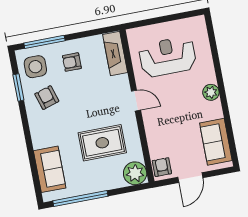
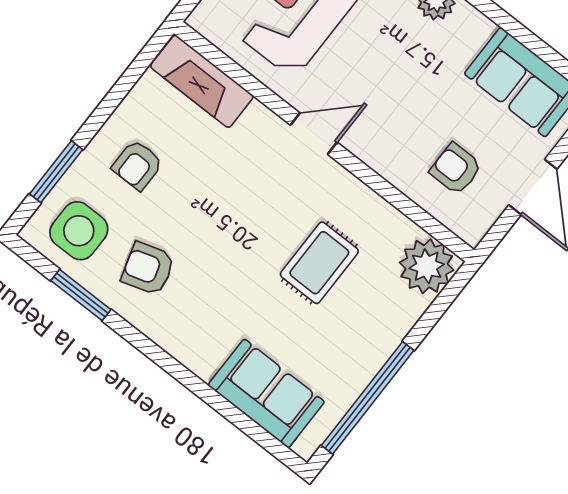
window: (44, 42) -> (56, 172), width x0.69
rug: (102, 143) -> (319, 263), width x0.73, depth x0.70
armchair: (162, 167) -> (456, 169), moved

